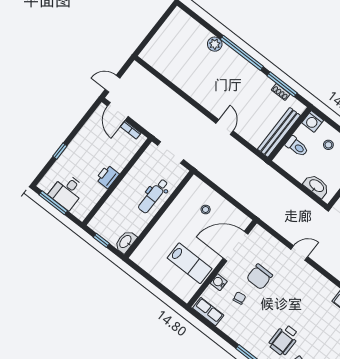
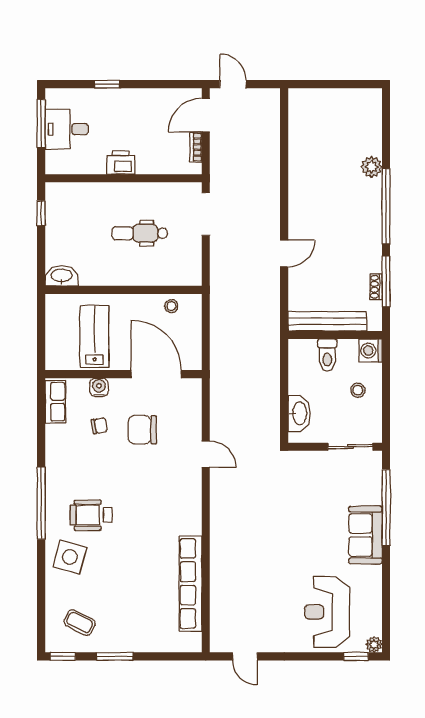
wall: (159, 214) -> (123, 290), moved
washbasin: (126, 242) -> (61, 276), moved
lab bench: (190, 263) -> (94, 336), turned 180

